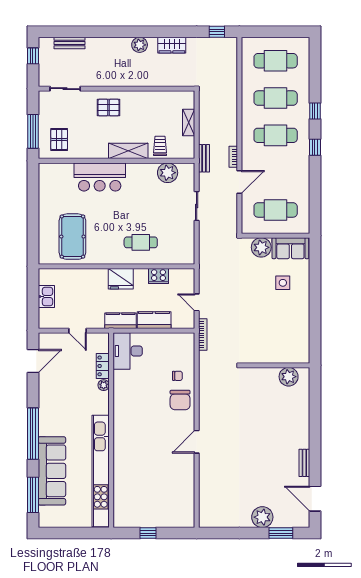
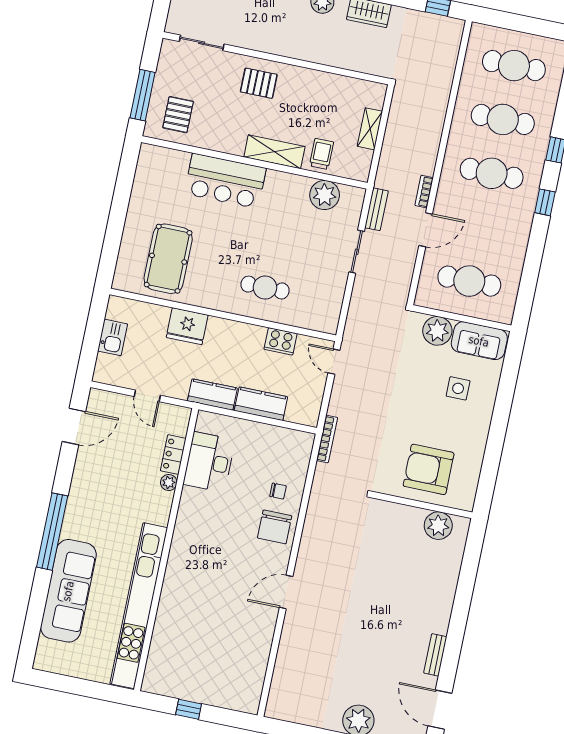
bench: (204, 158) -> (376, 209), moved
fridge: (121, 279) -> (187, 326), moved
door: (197, 302) -> (334, 362), moved
armchair: (274, 341) -> (429, 469), added
desk: (128, 351) -> (209, 462), moved
window: (33, 495) -> (34, 620), removed

